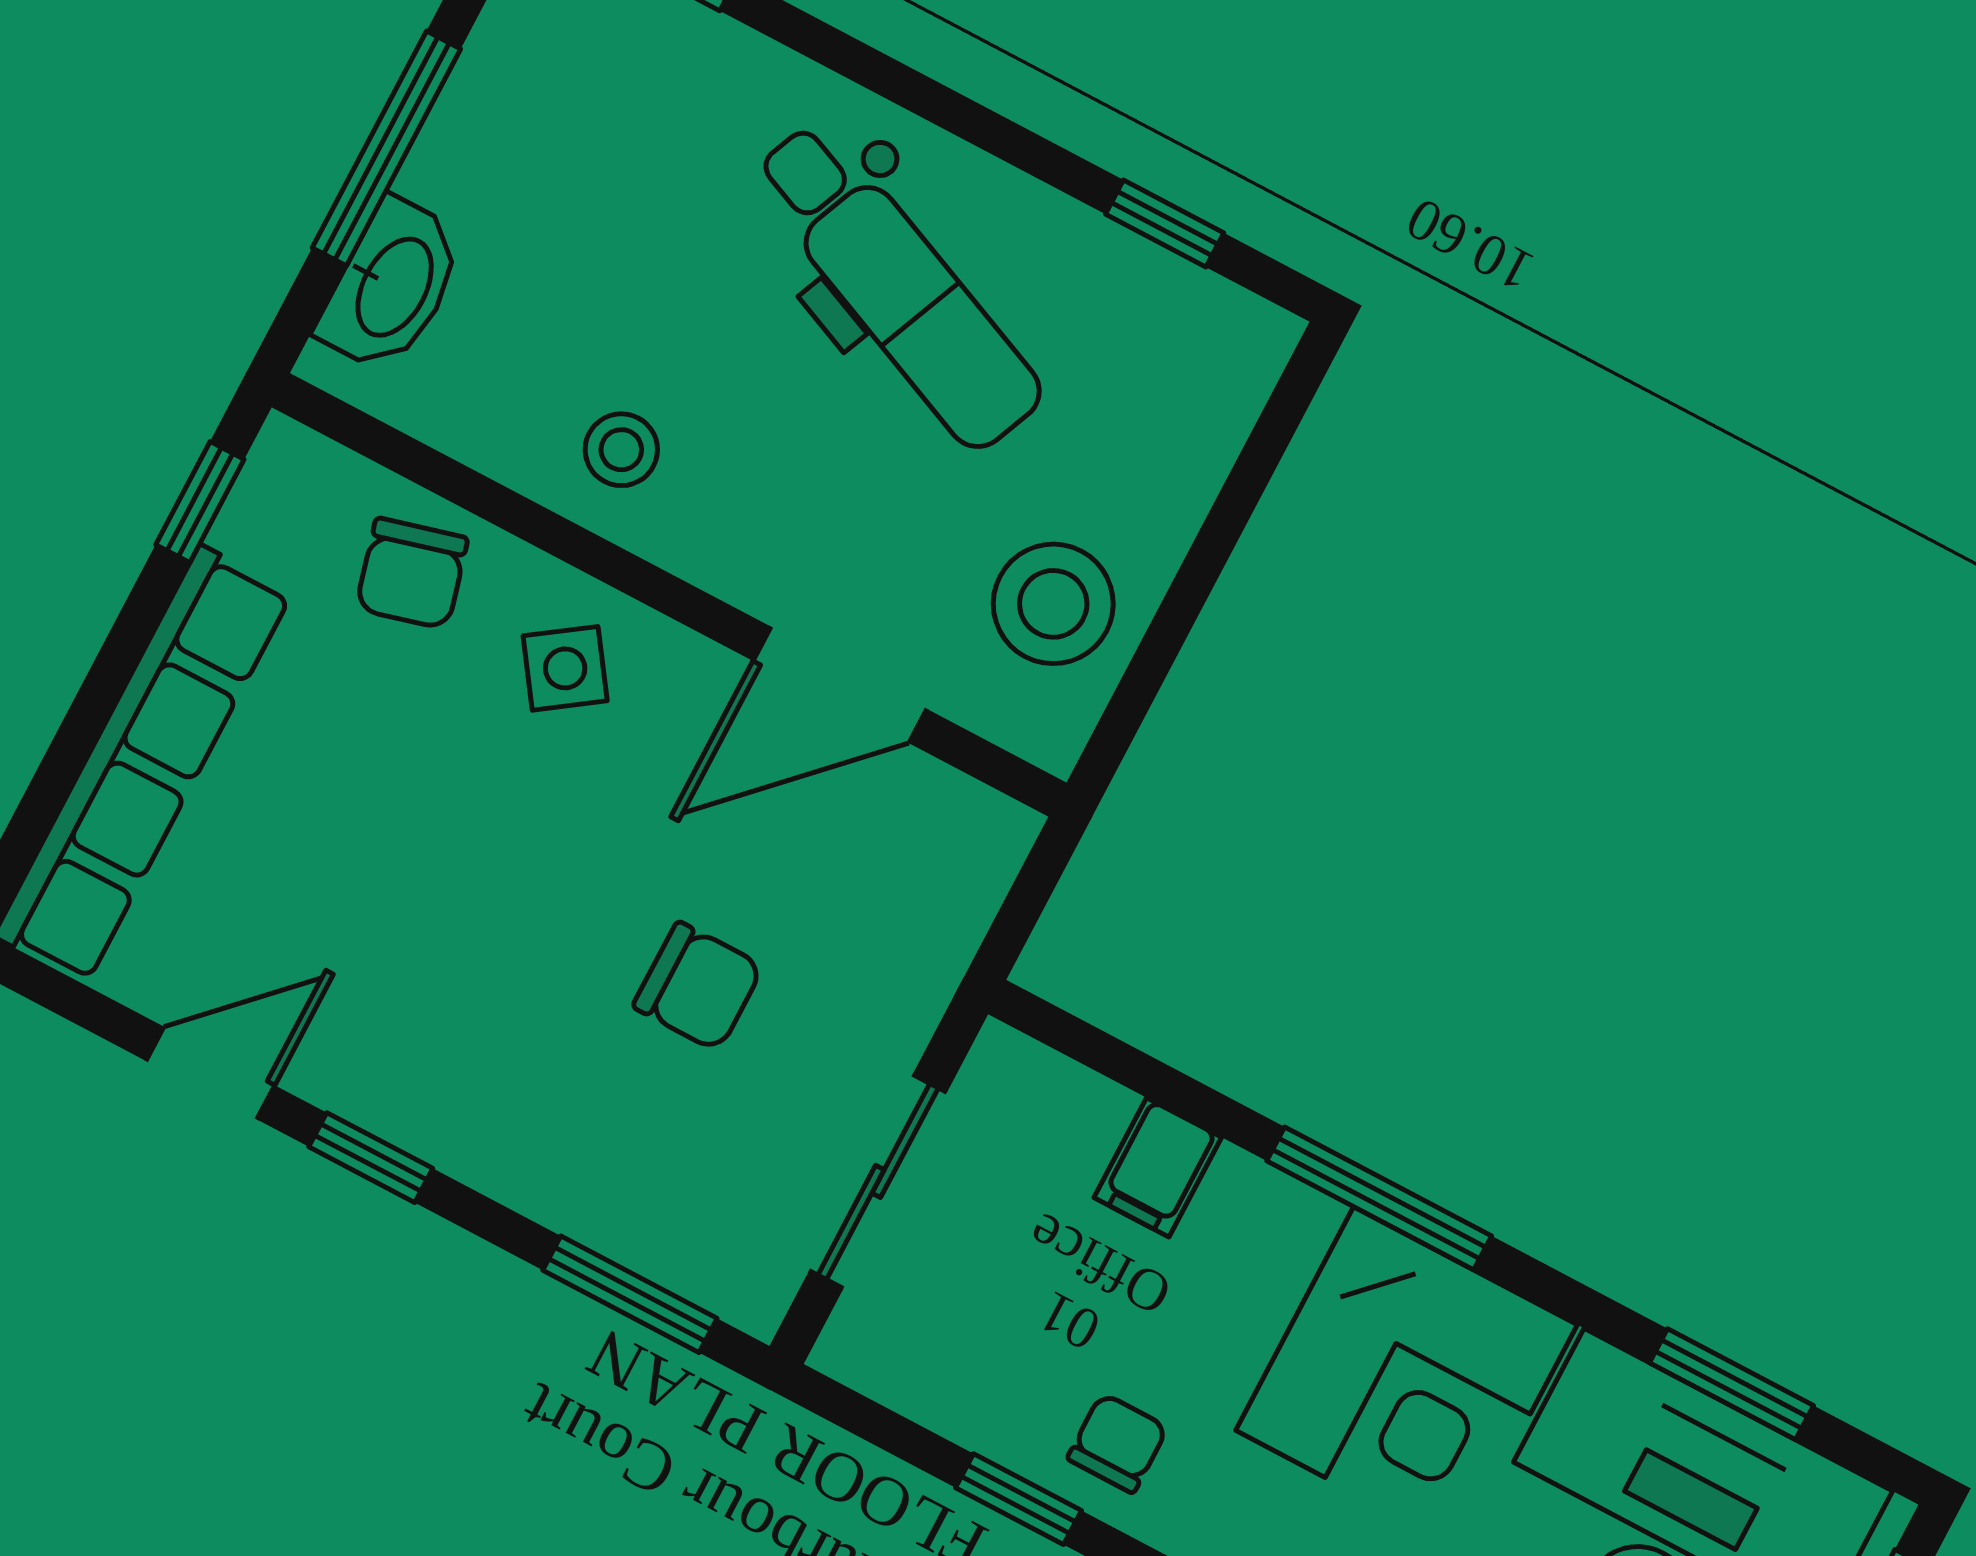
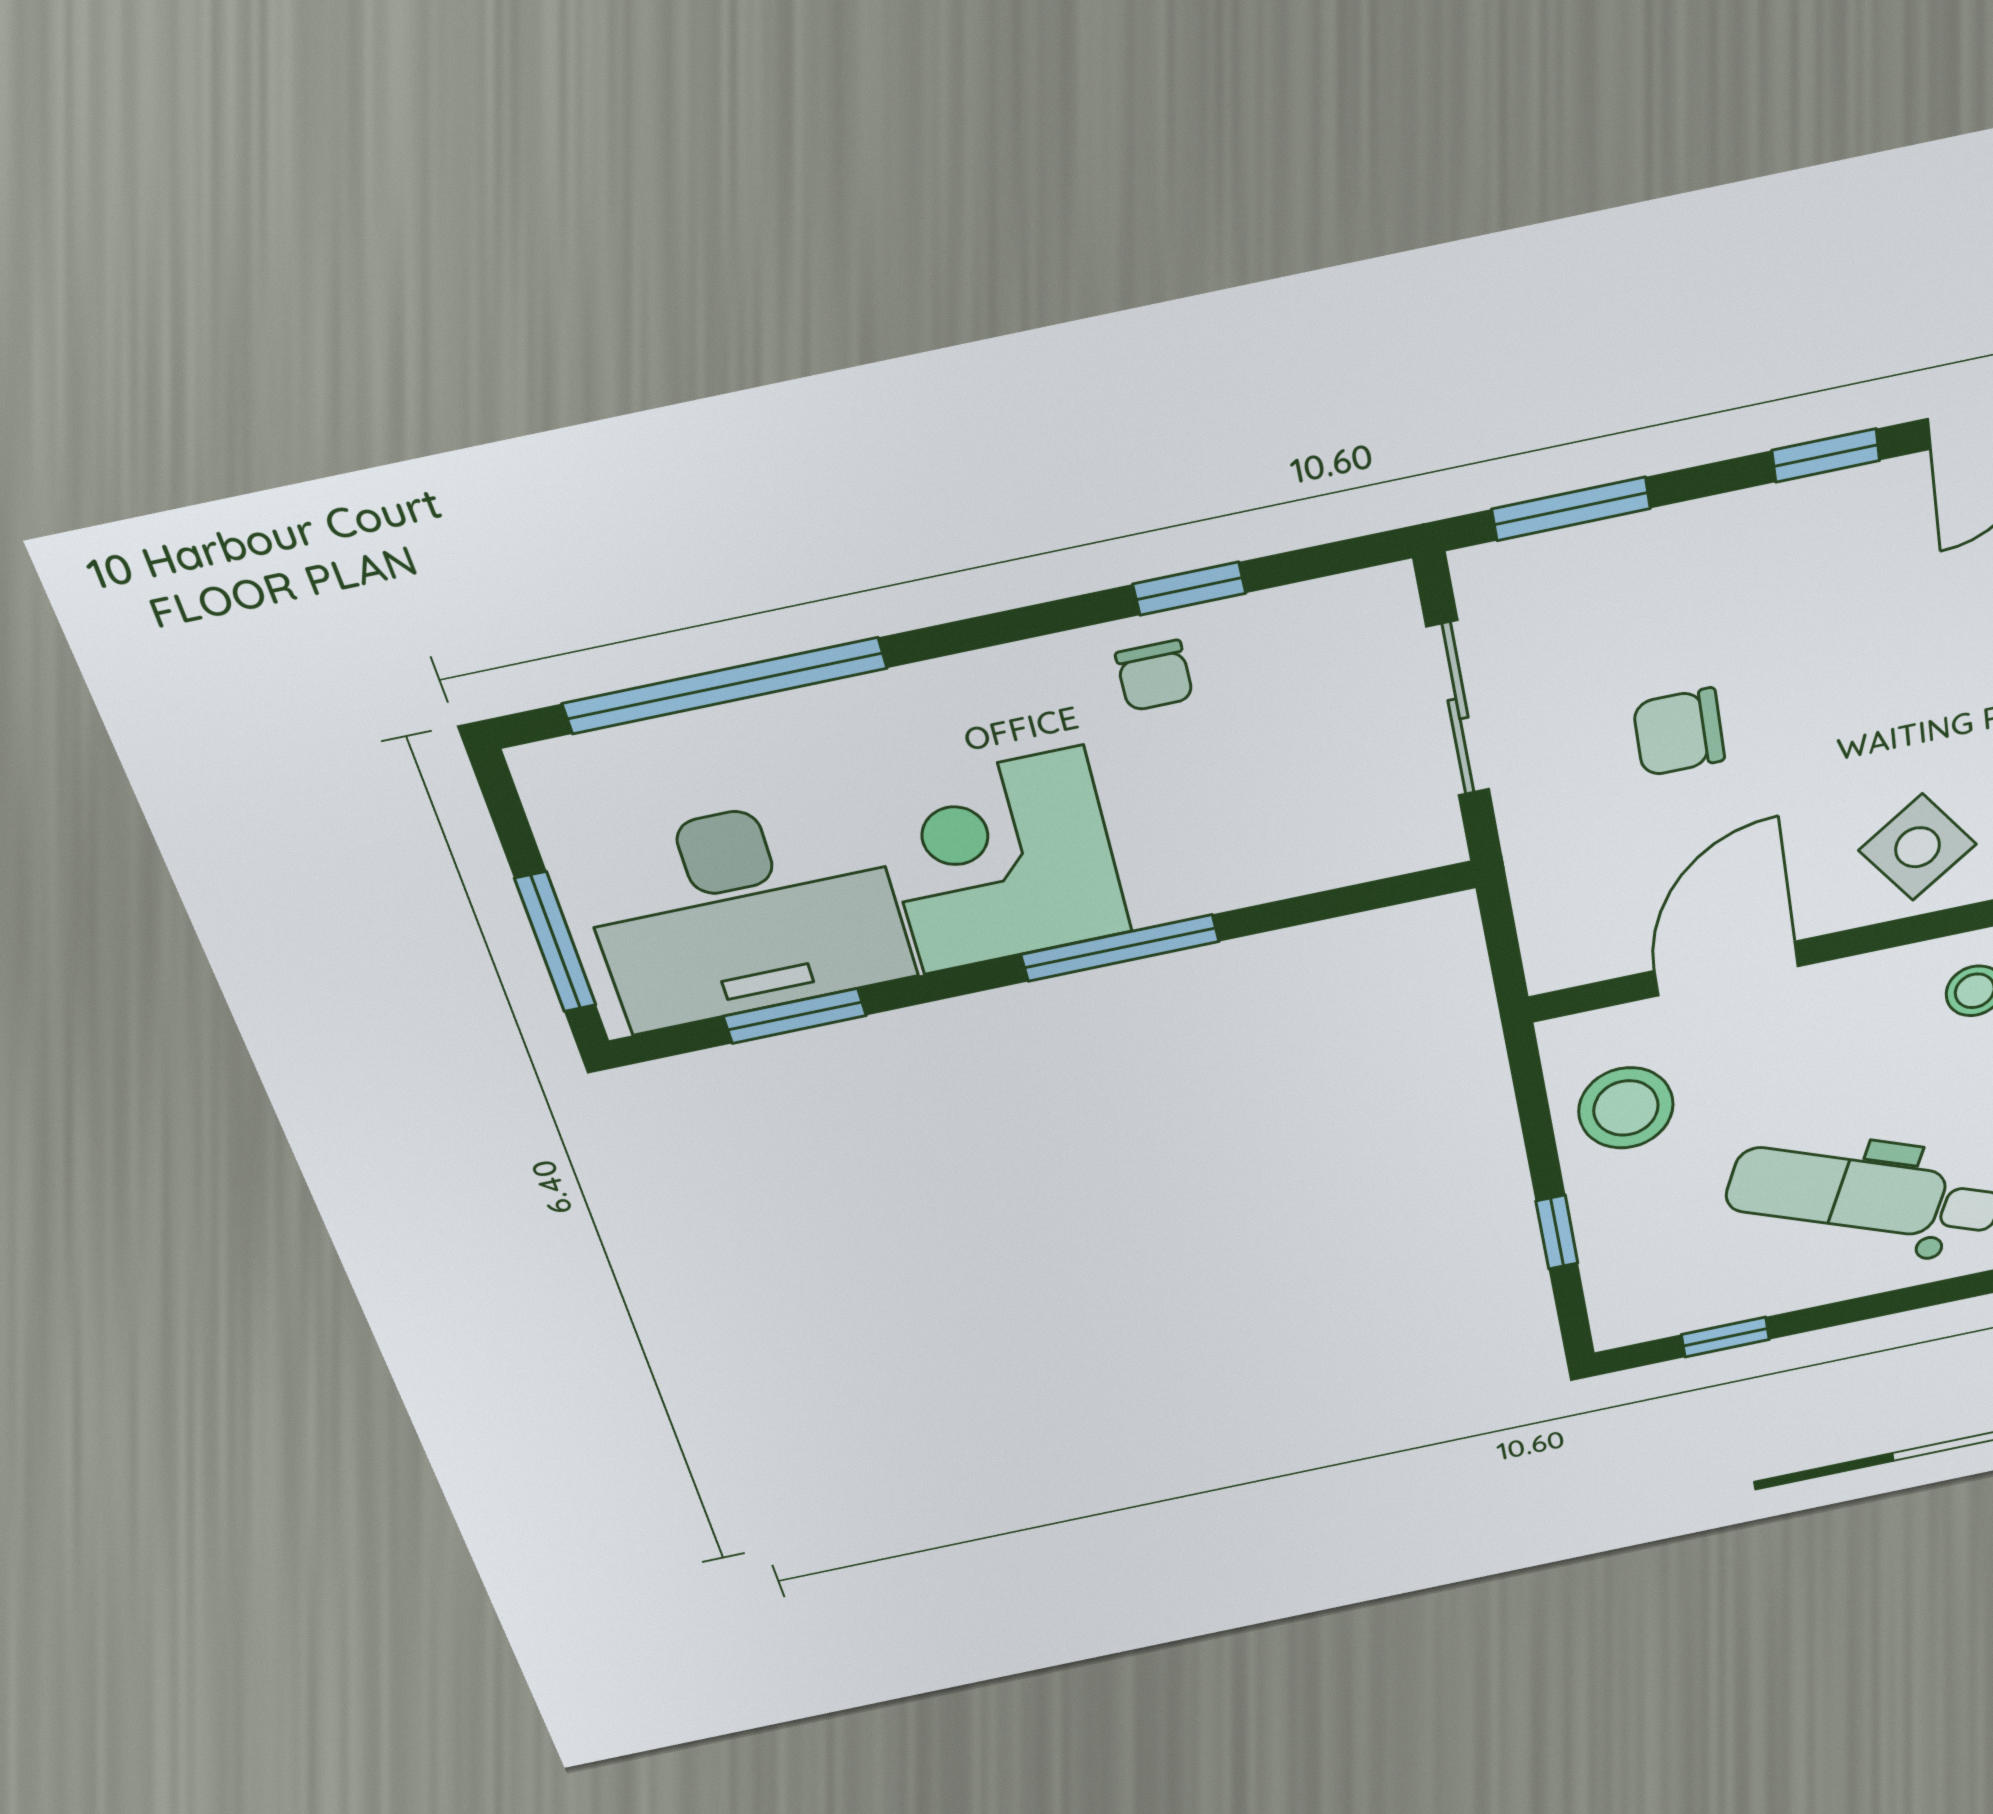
window: (1232, 510) -> (1557, 1232), added
side table: (565, 668) -> (1918, 847), width x1.37, depth x1.37
filing cabinet: (1158, 1167) -> (1279, 857), removed

